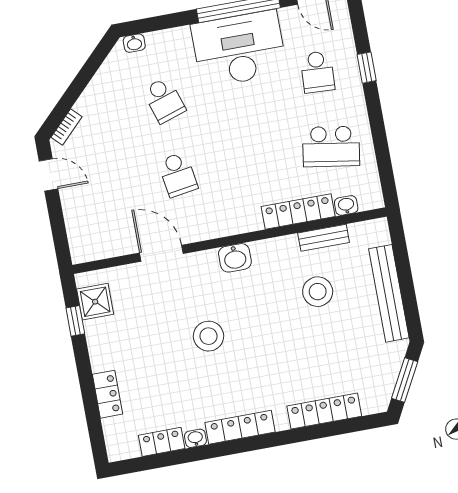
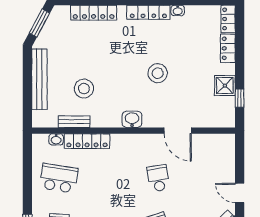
shower: (95, 302) -> (225, 86), moved
locker: (162, 442) -> (228, 19), moved, turned 90

